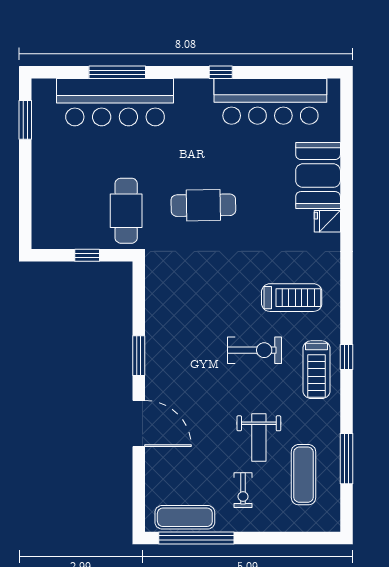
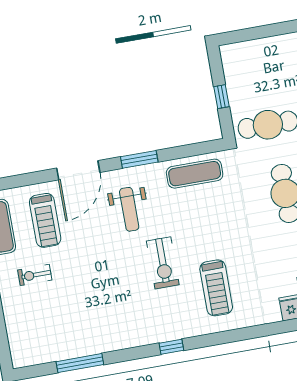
treadmill: (316, 370) -> (45, 220), moved, turned -90
weight bench: (259, 438) -> (129, 209), moved, turned -90
exercise mat: (304, 475) -> (195, 174), moved

